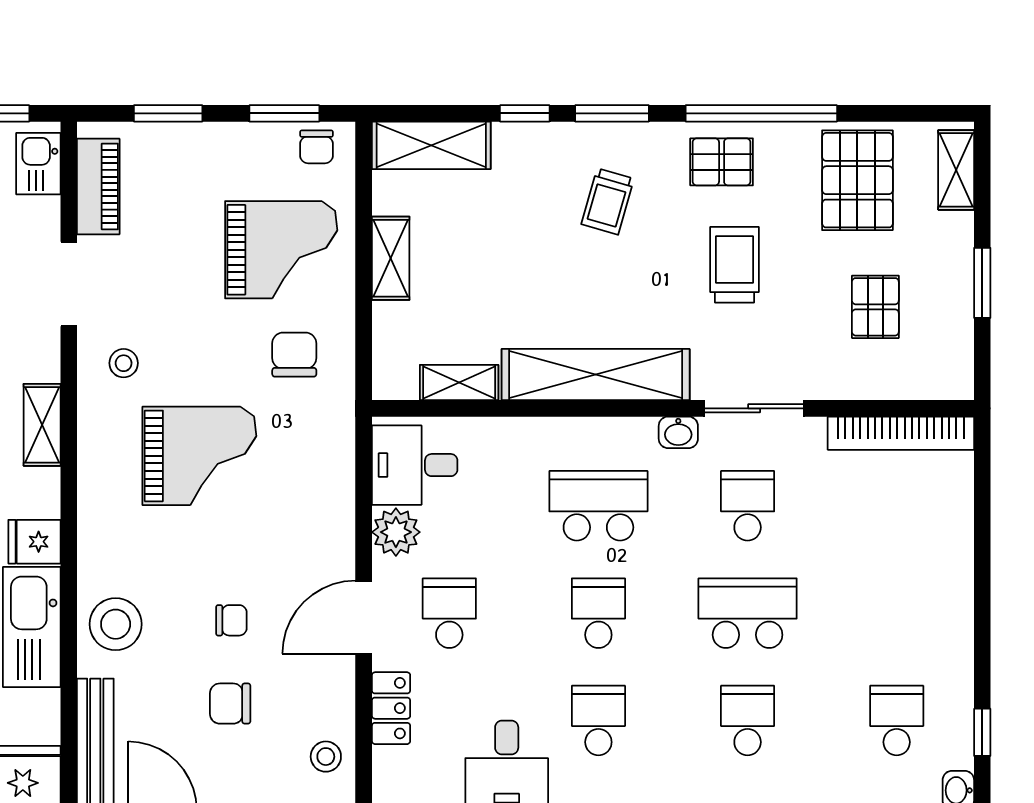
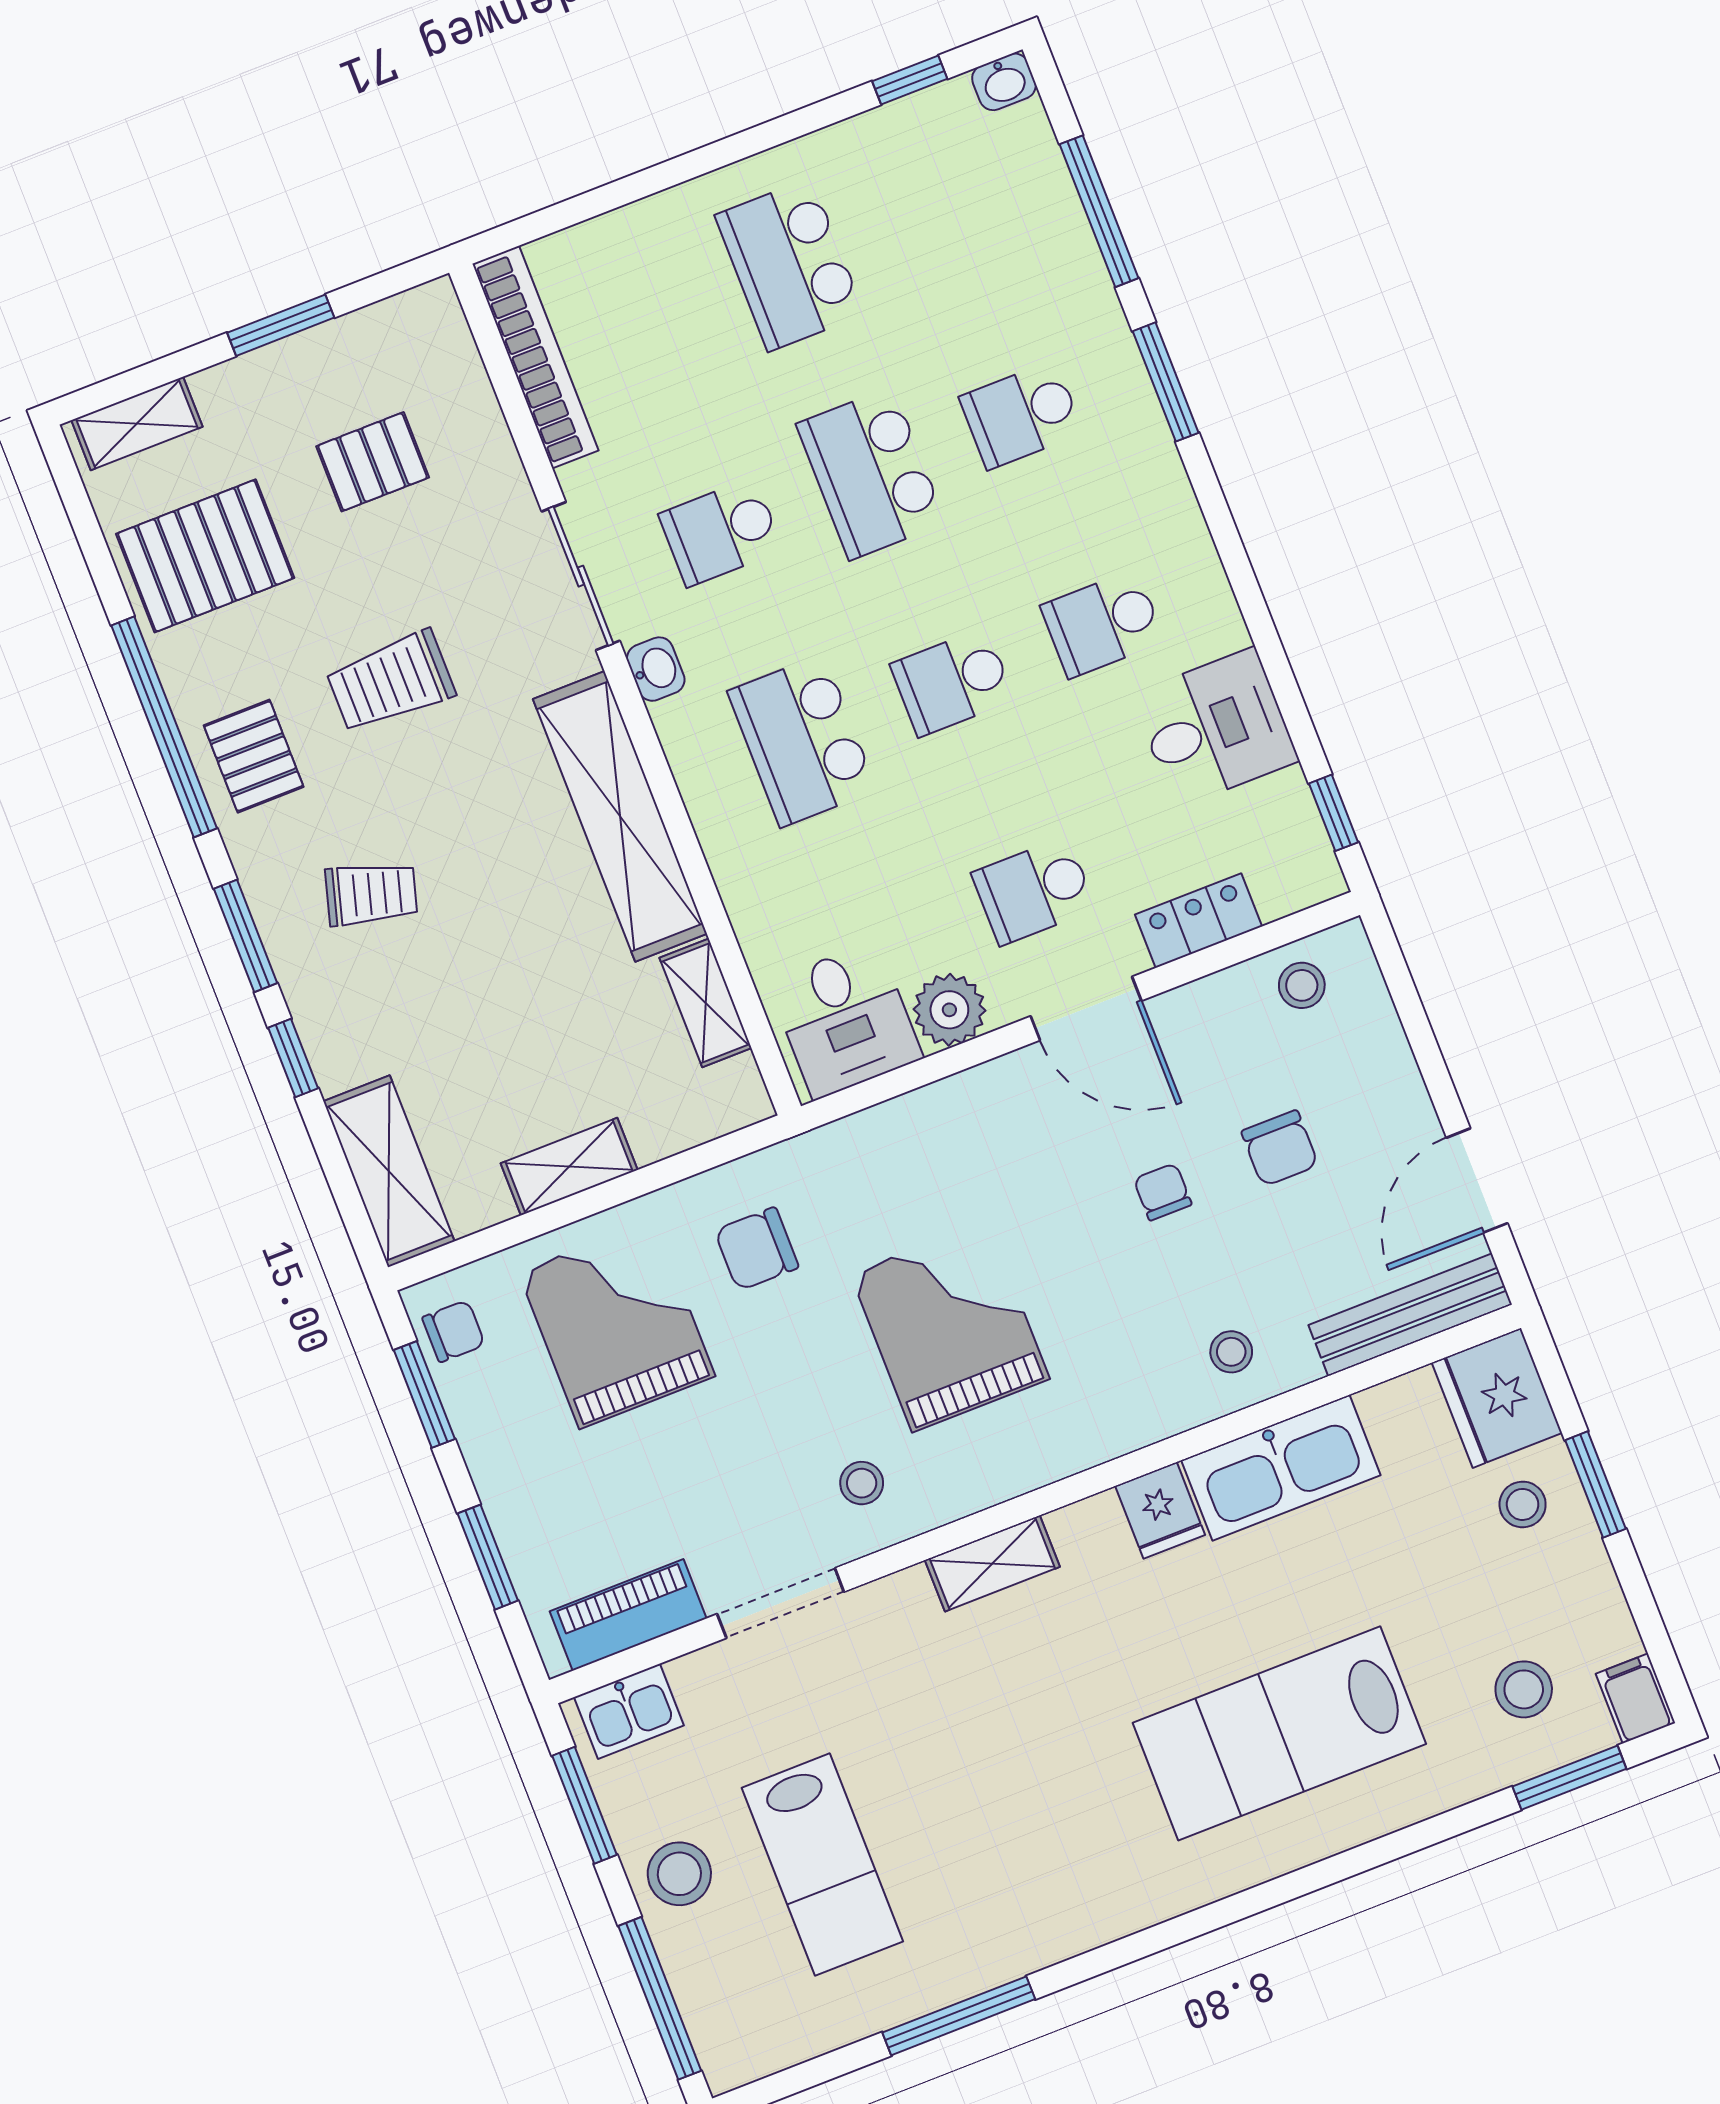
stool: (116, 624) -> (1231, 1352), width x0.53, depth x0.53
school desk: (897, 721) -> (790, 265), moved, width x1.85

